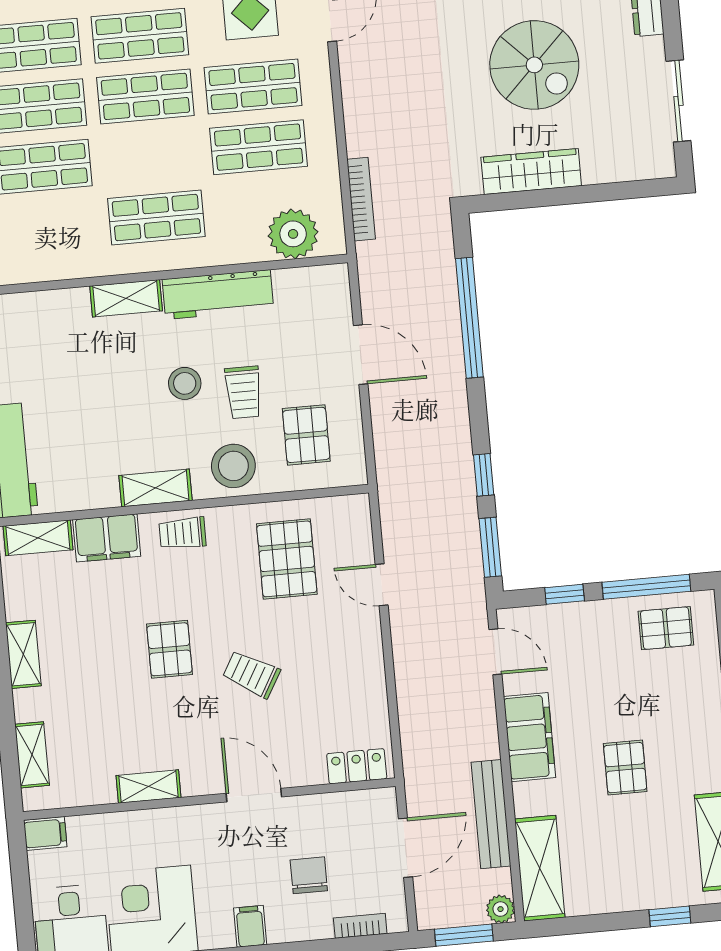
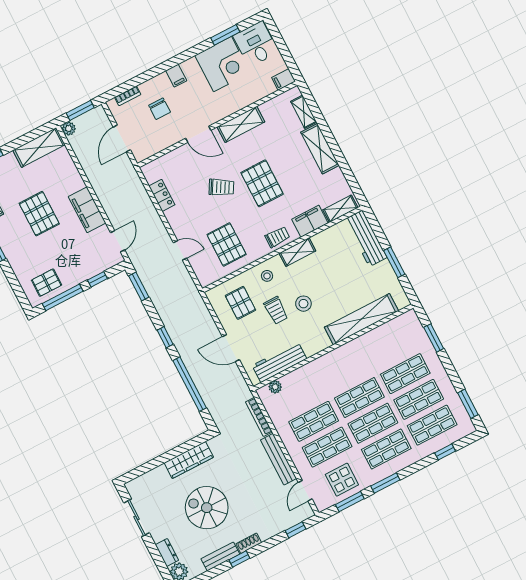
shop shelf: (156, 218) -> (359, 397), moved
plant: (293, 234) -> (275, 387), width x0.53, depth x0.53
workbench: (218, 295) -> (279, 362), moved
shelving: (126, 298) -> (361, 319), width x2.20, depth x1.33
trolley: (243, 392) -> (276, 310), turned 180
stool: (233, 466) -> (267, 276), width x0.53, depth x0.53
window: (484, 475) -> (165, 337), moved
pallet: (169, 649) -> (262, 183), width x1.50, depth x1.42
door: (495, 652) -> (118, 241), swing flipped
shelving: (23, 654) -> (320, 149), width x1.50, depth x1.33
locker: (357, 766) -> (162, 195), moved, turned -90
pallet: (625, 768) -> (39, 214), width x1.50, depth x1.42
shelving: (148, 787) -> (241, 124), width x1.50, depth x1.33
bench: (491, 814) -> (279, 459), moved
shelving: (540, 868) -> (39, 147), moved, turned 90

